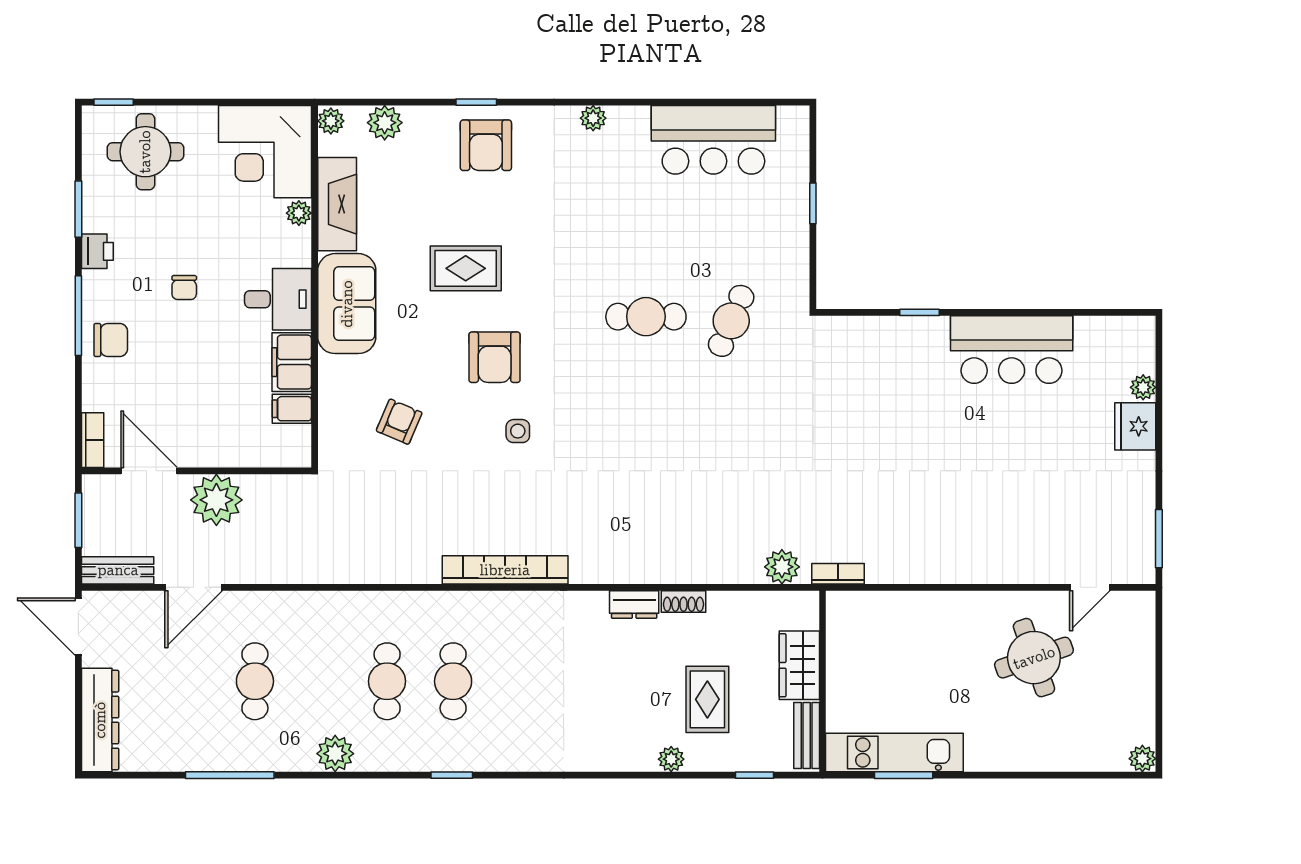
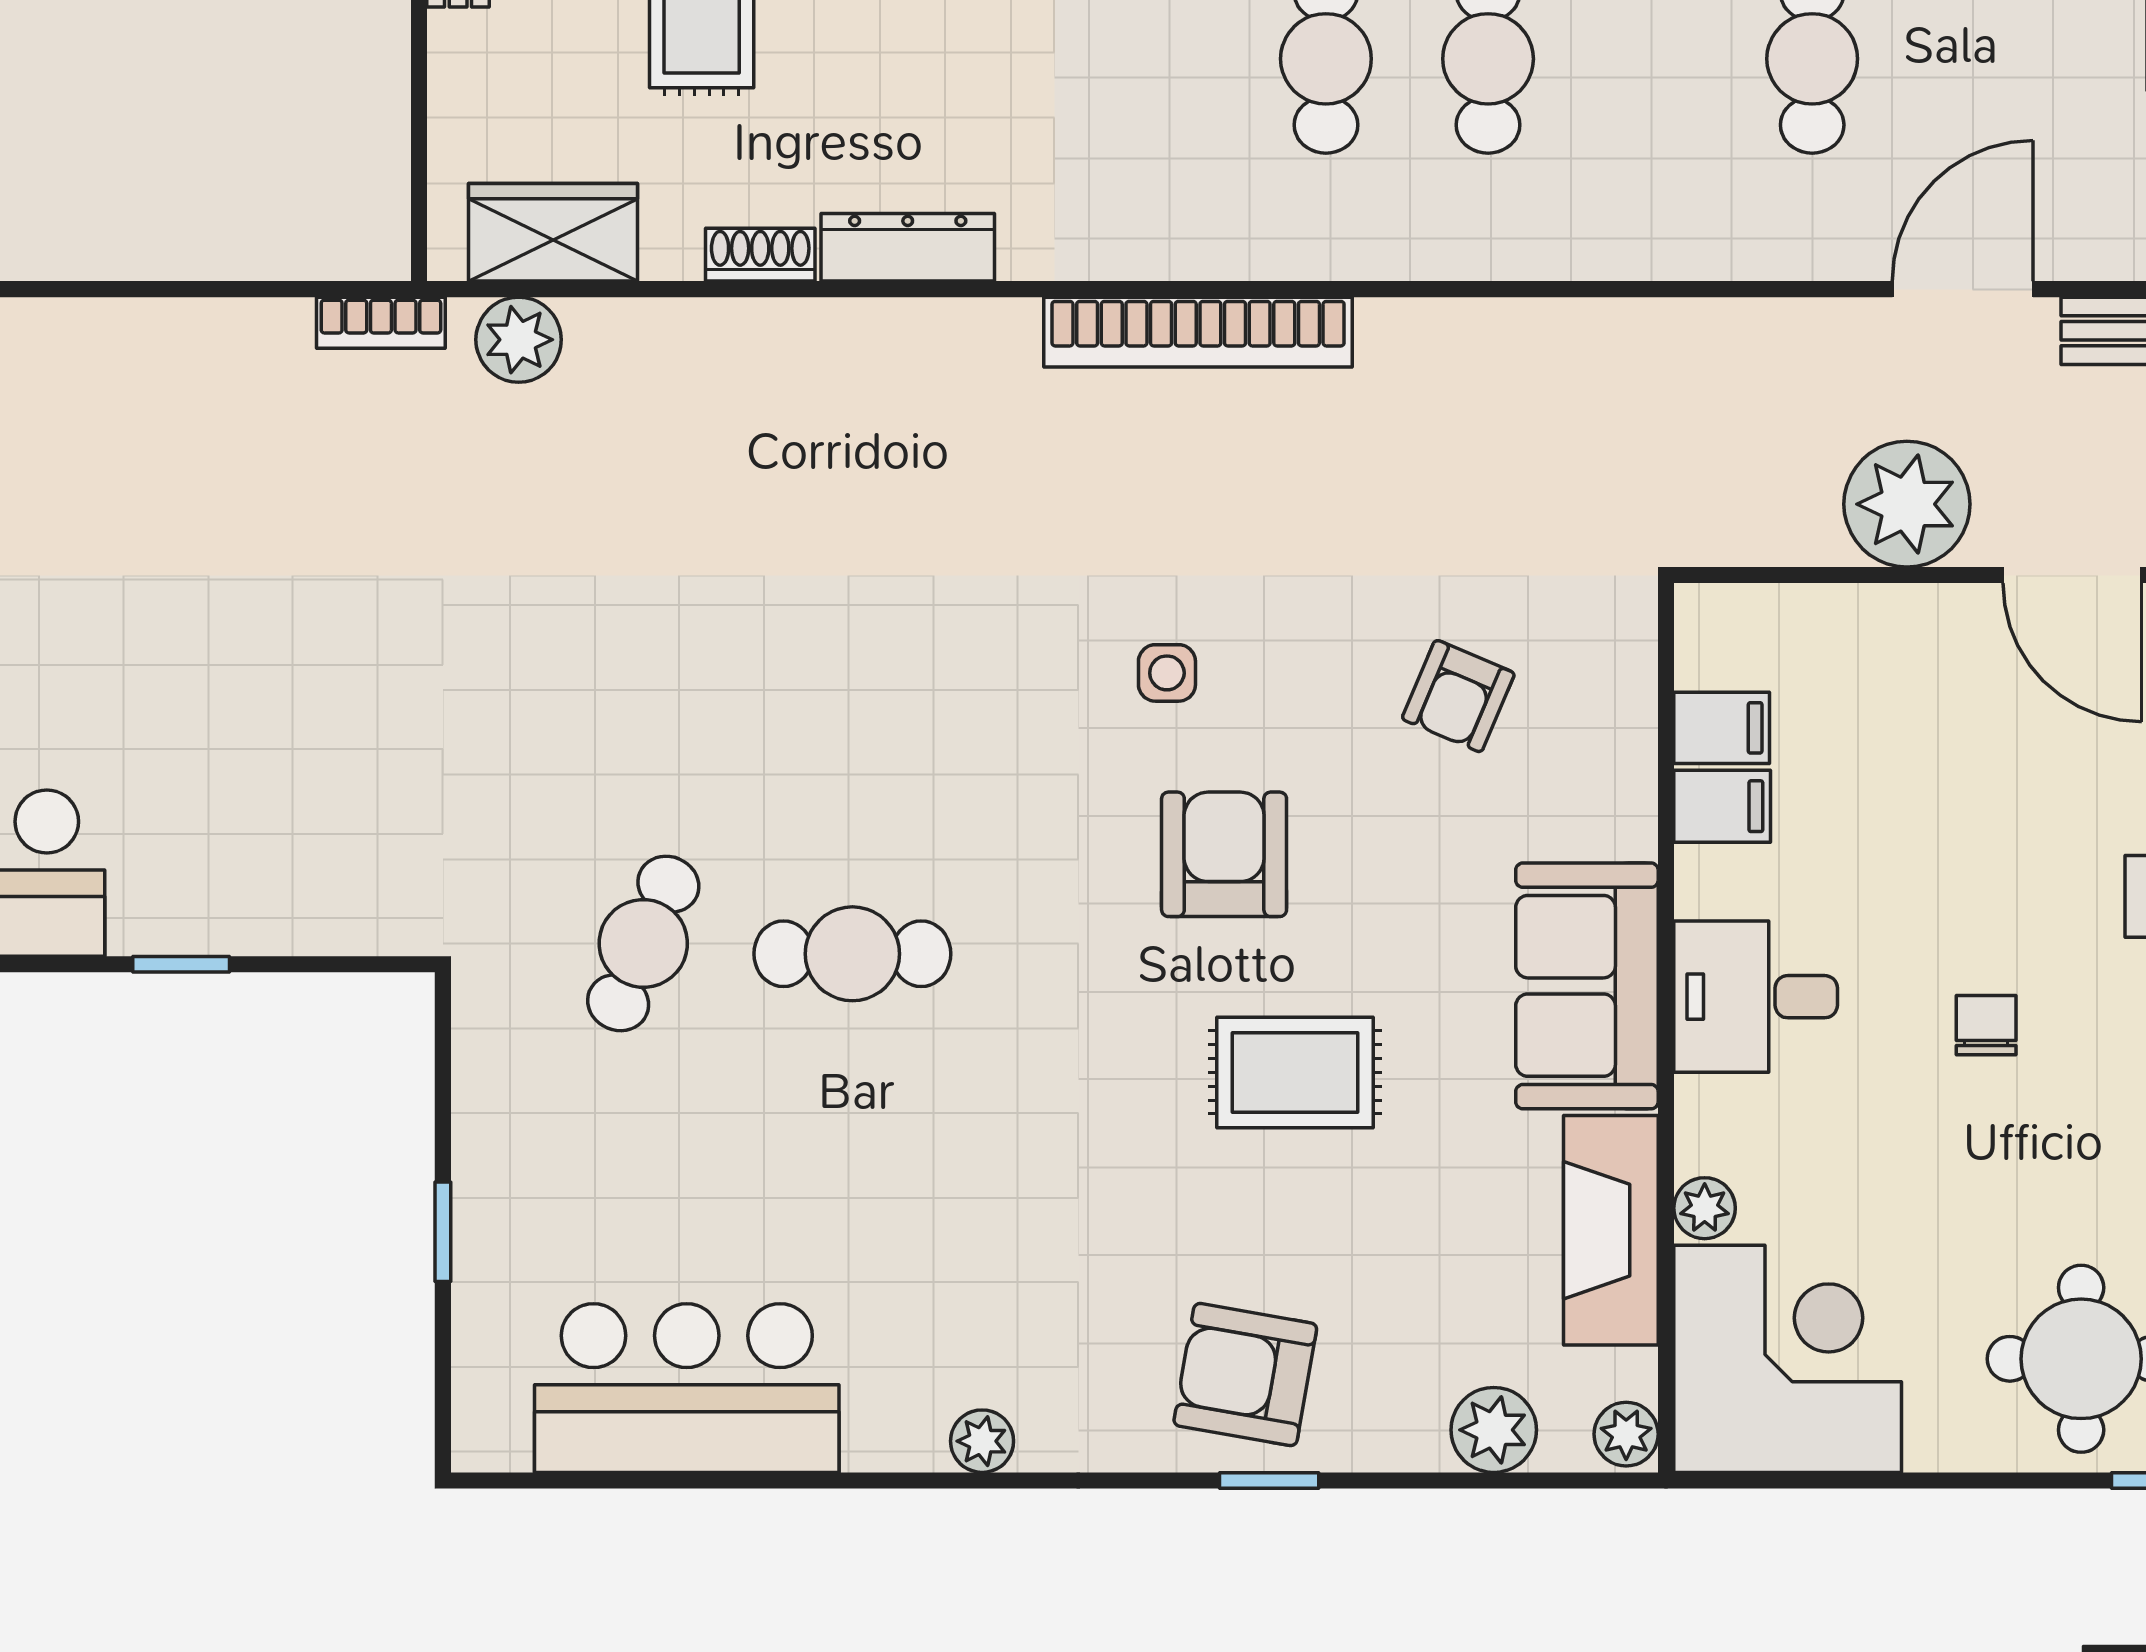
armchair: (486, 145) -> (1245, 1375), turned -80
filing cabinet: (292, 362) -> (1722, 806), width x0.50
dresser: (634, 604) -> (908, 247), width x1.44
wardrobe: (799, 665) -> (553, 232), moved, turned -90

